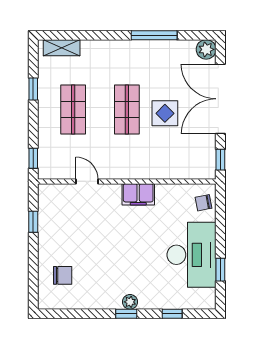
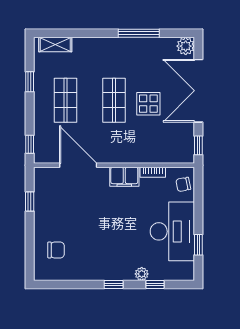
door: (87, 181) -> (78, 165), width x1.88
bookcase: (170, 189) -> (153, 172), added
plant: (130, 302) -> (142, 274), moved

